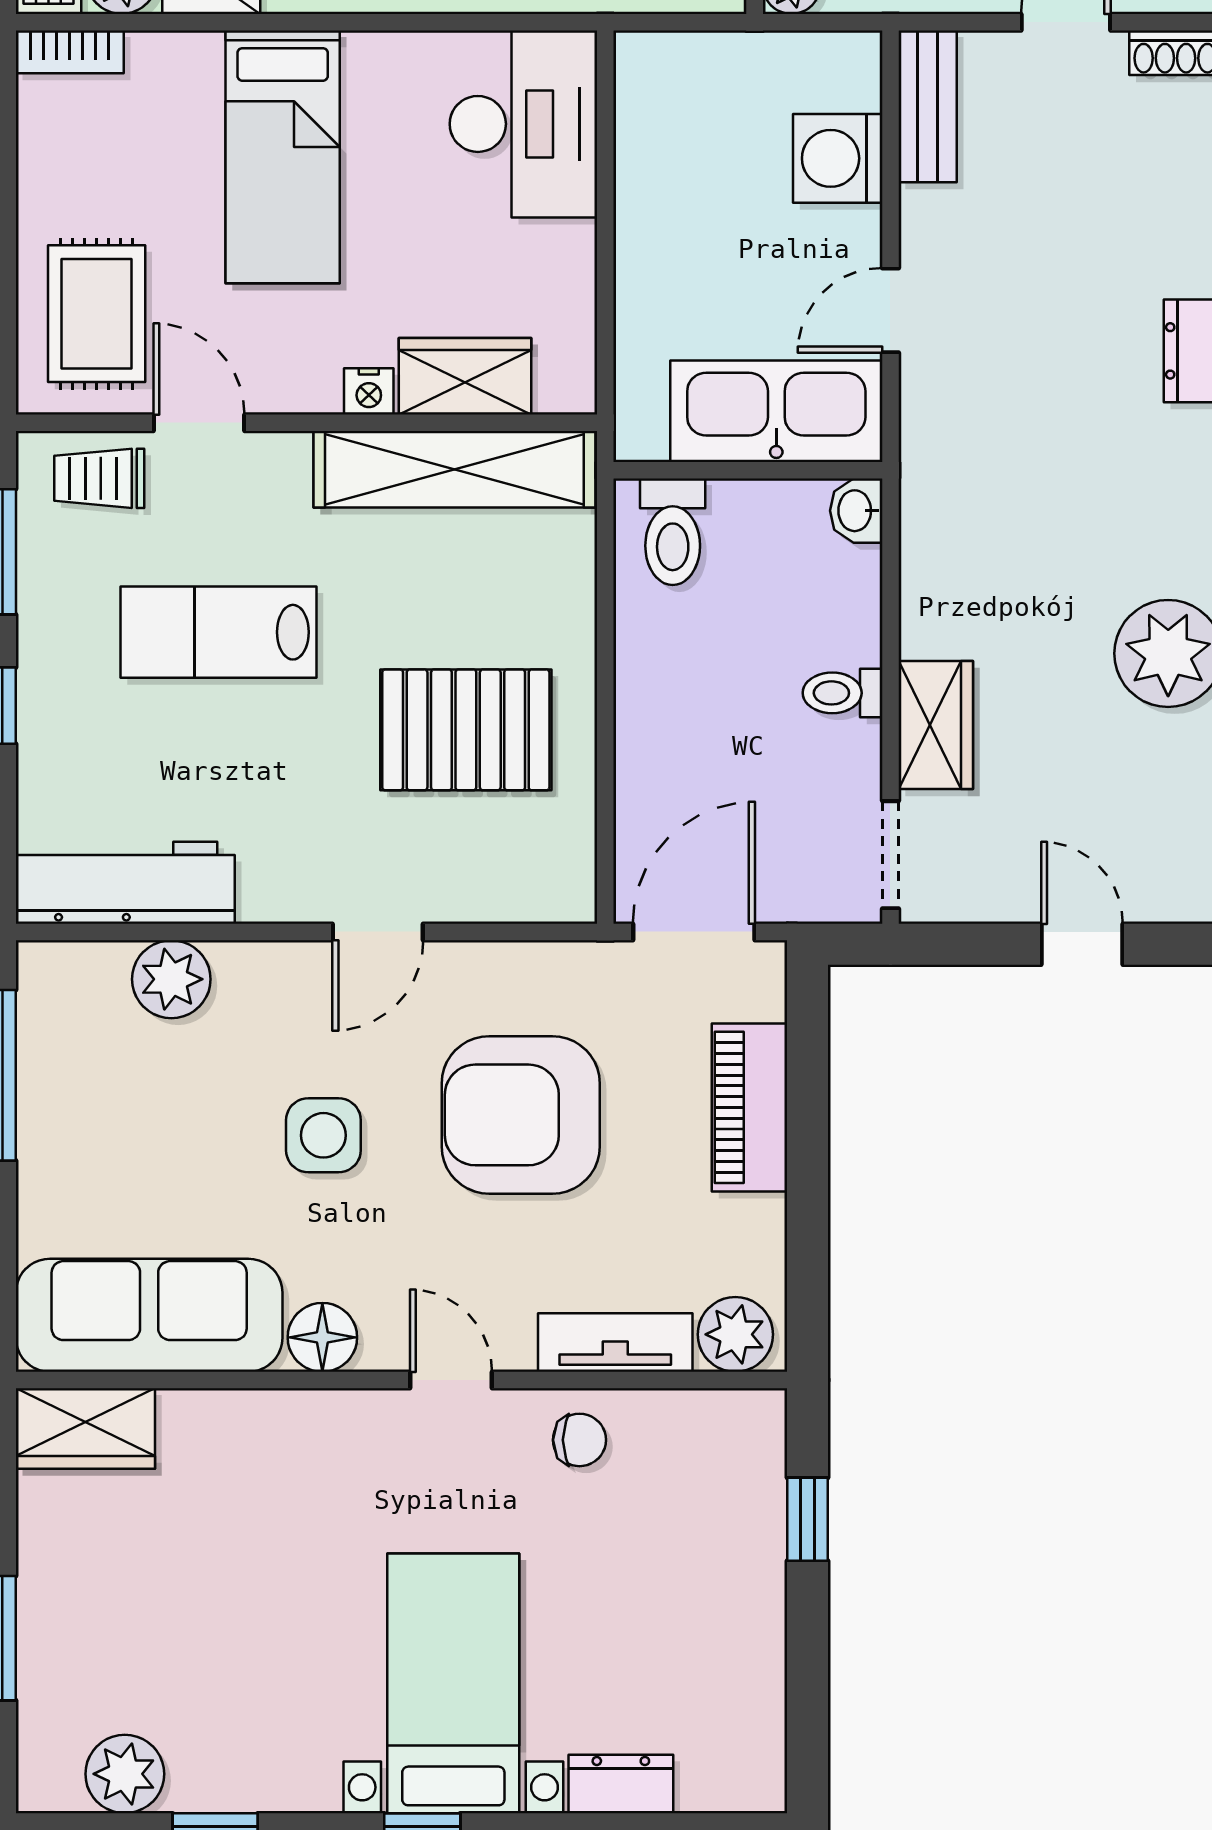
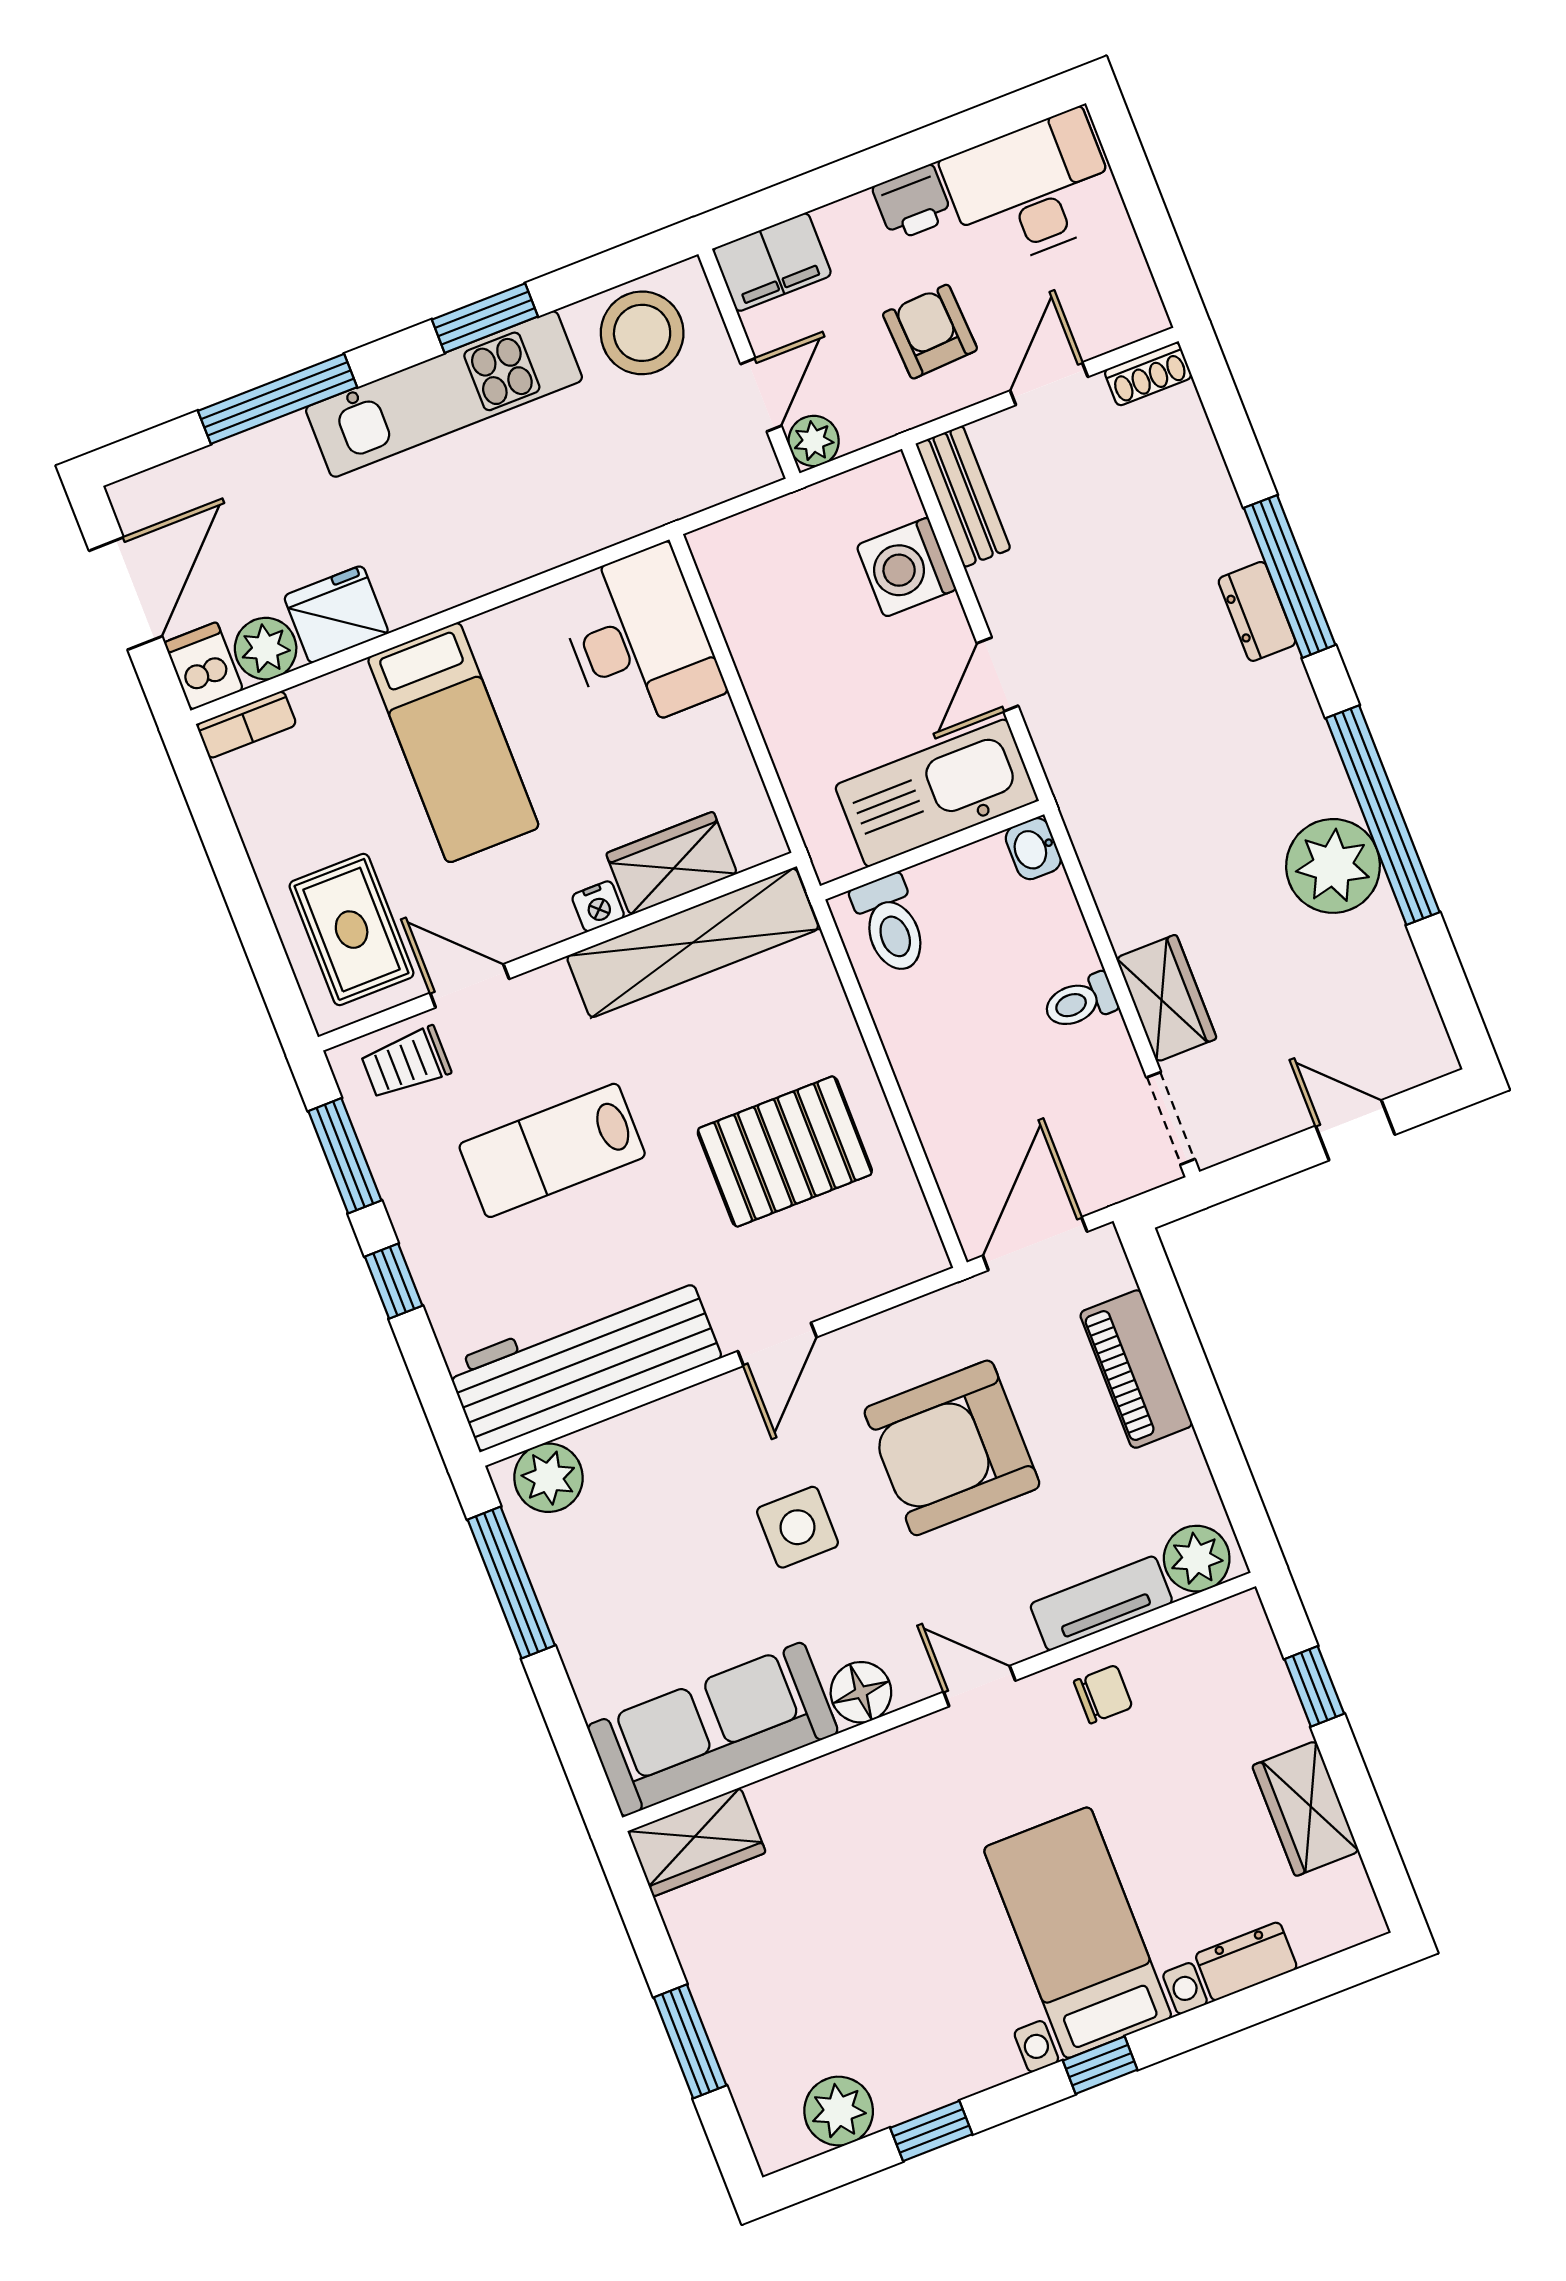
workbench: (125, 883) -> (584, 1361), width x1.36, depth x1.32
plant: (171, 979) -> (549, 1478), moved
wardrobe: (748, 1646) -> (1306, 1809), added

